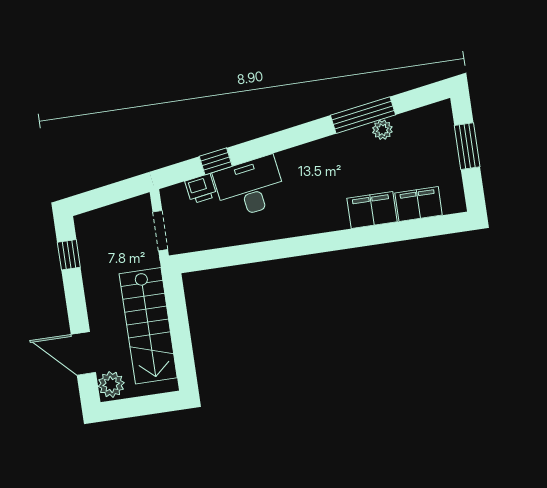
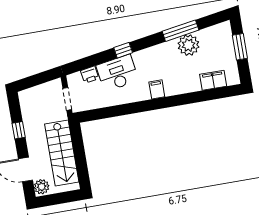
plant: (382, 130) -> (189, 45), width x1.88, depth x1.88
window: (216, 161) -> (123, 50), moved
filing cabinet: (372, 210) -> (157, 89), moved, width x0.50
window: (69, 255) -> (19, 130), moved

